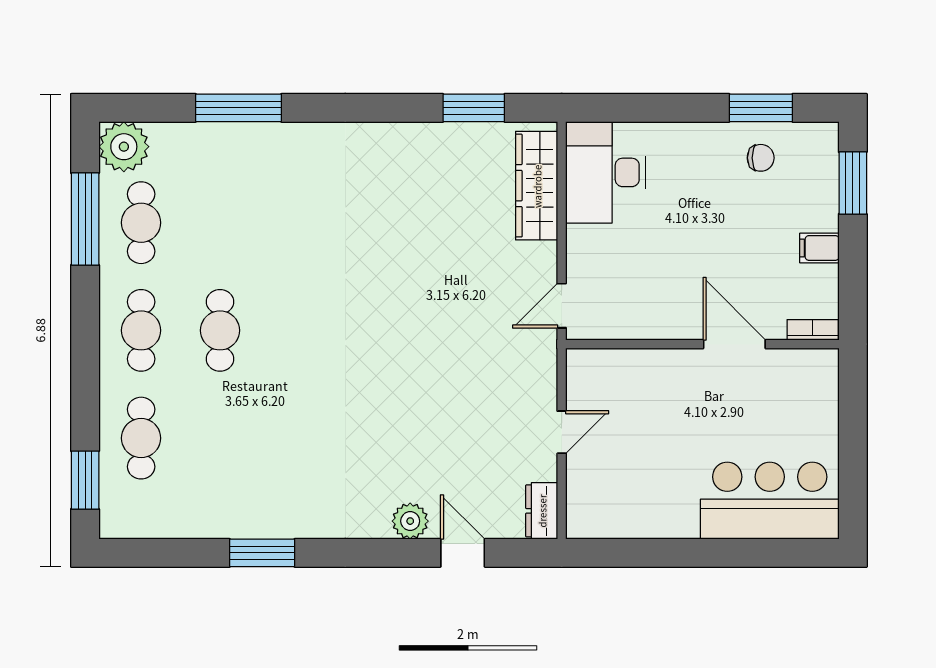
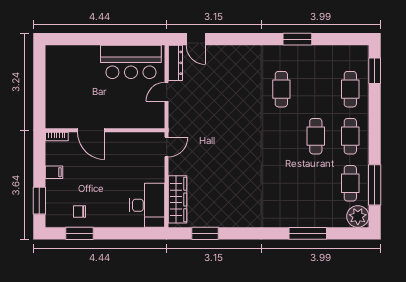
cafe table: (299, 438) -> (281, 89), added
bar counter: (770, 501) -> (131, 62), moved
dresser: (542, 511) -> (175, 63), width x1.44
plant: (410, 521) -> (233, 53), removed
door: (463, 553) -> (196, 39), moved

